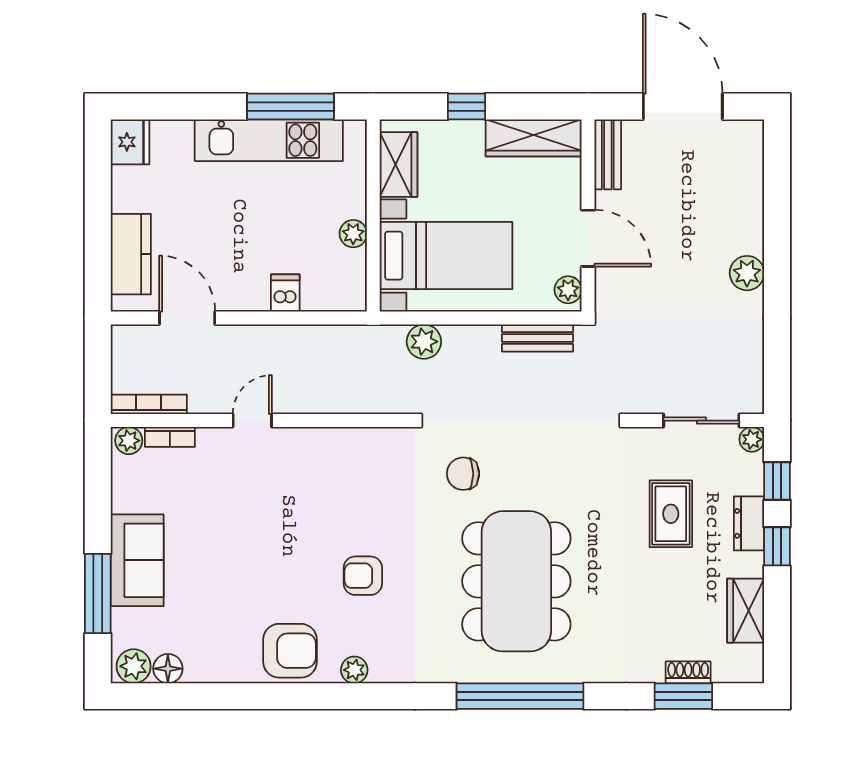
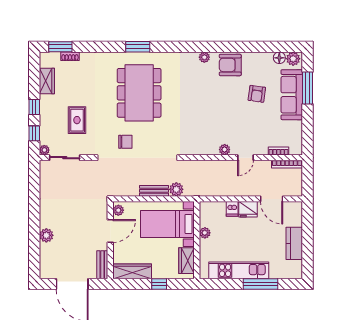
window: (290, 107) -> (261, 284), moved
fridge: (130, 142) -> (248, 209), moved, turned -90
door: (588, 238) -> (110, 231), swing flipped
kitchen counter: (131, 254) -> (294, 243), moved
plant: (747, 273) -> (46, 235), moved
bench: (538, 338) -> (154, 191), moved
plant: (129, 441) -> (225, 150), moved
chair: (463, 474) -> (125, 142), moved
dresser: (749, 523) -> (45, 116), removed
sofa: (137, 560) -> (292, 95), width x1.36
armchair: (363, 576) -> (257, 94), moved, turned 98
window: (520, 696) -> (138, 47), width x0.47
window: (683, 696) -> (60, 47), moved

